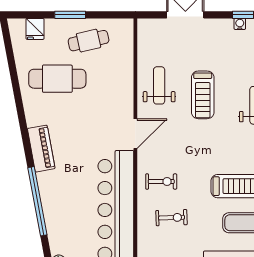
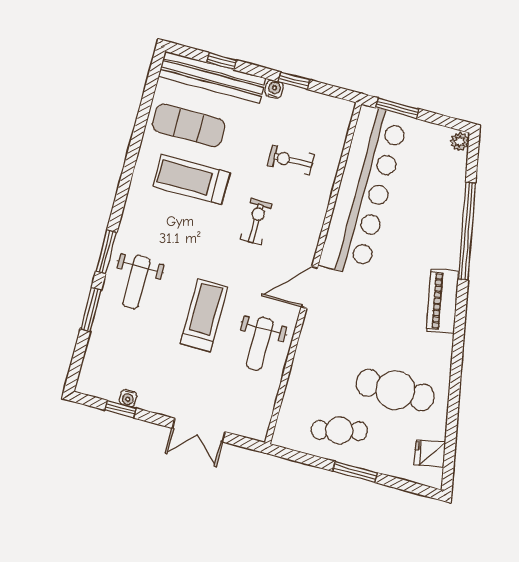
fridge: (35, 29) -> (430, 453), moved, turned -101
exercise bike: (161, 182) -> (256, 222), moved, turned 90

